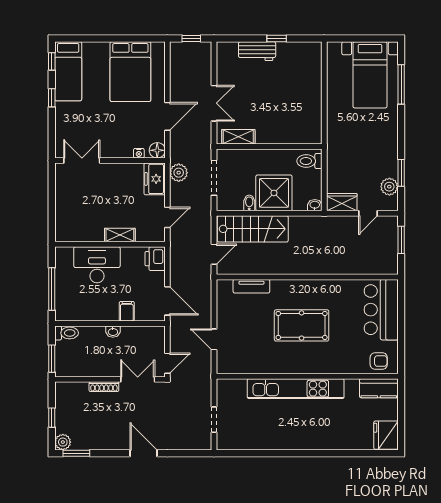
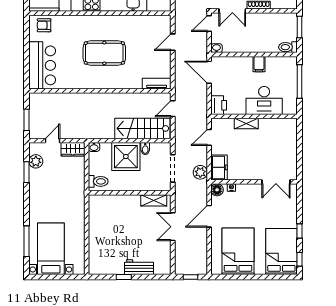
bed: (68, 71) -> (281, 251), width x1.50
tv unit: (251, 286) -> (157, 84), moved
filing cabinet: (127, 311) -> (259, 64), moved
washbasin: (113, 332) -> (216, 48), moved
door: (214, 339) -> (173, 42), swing flipped

